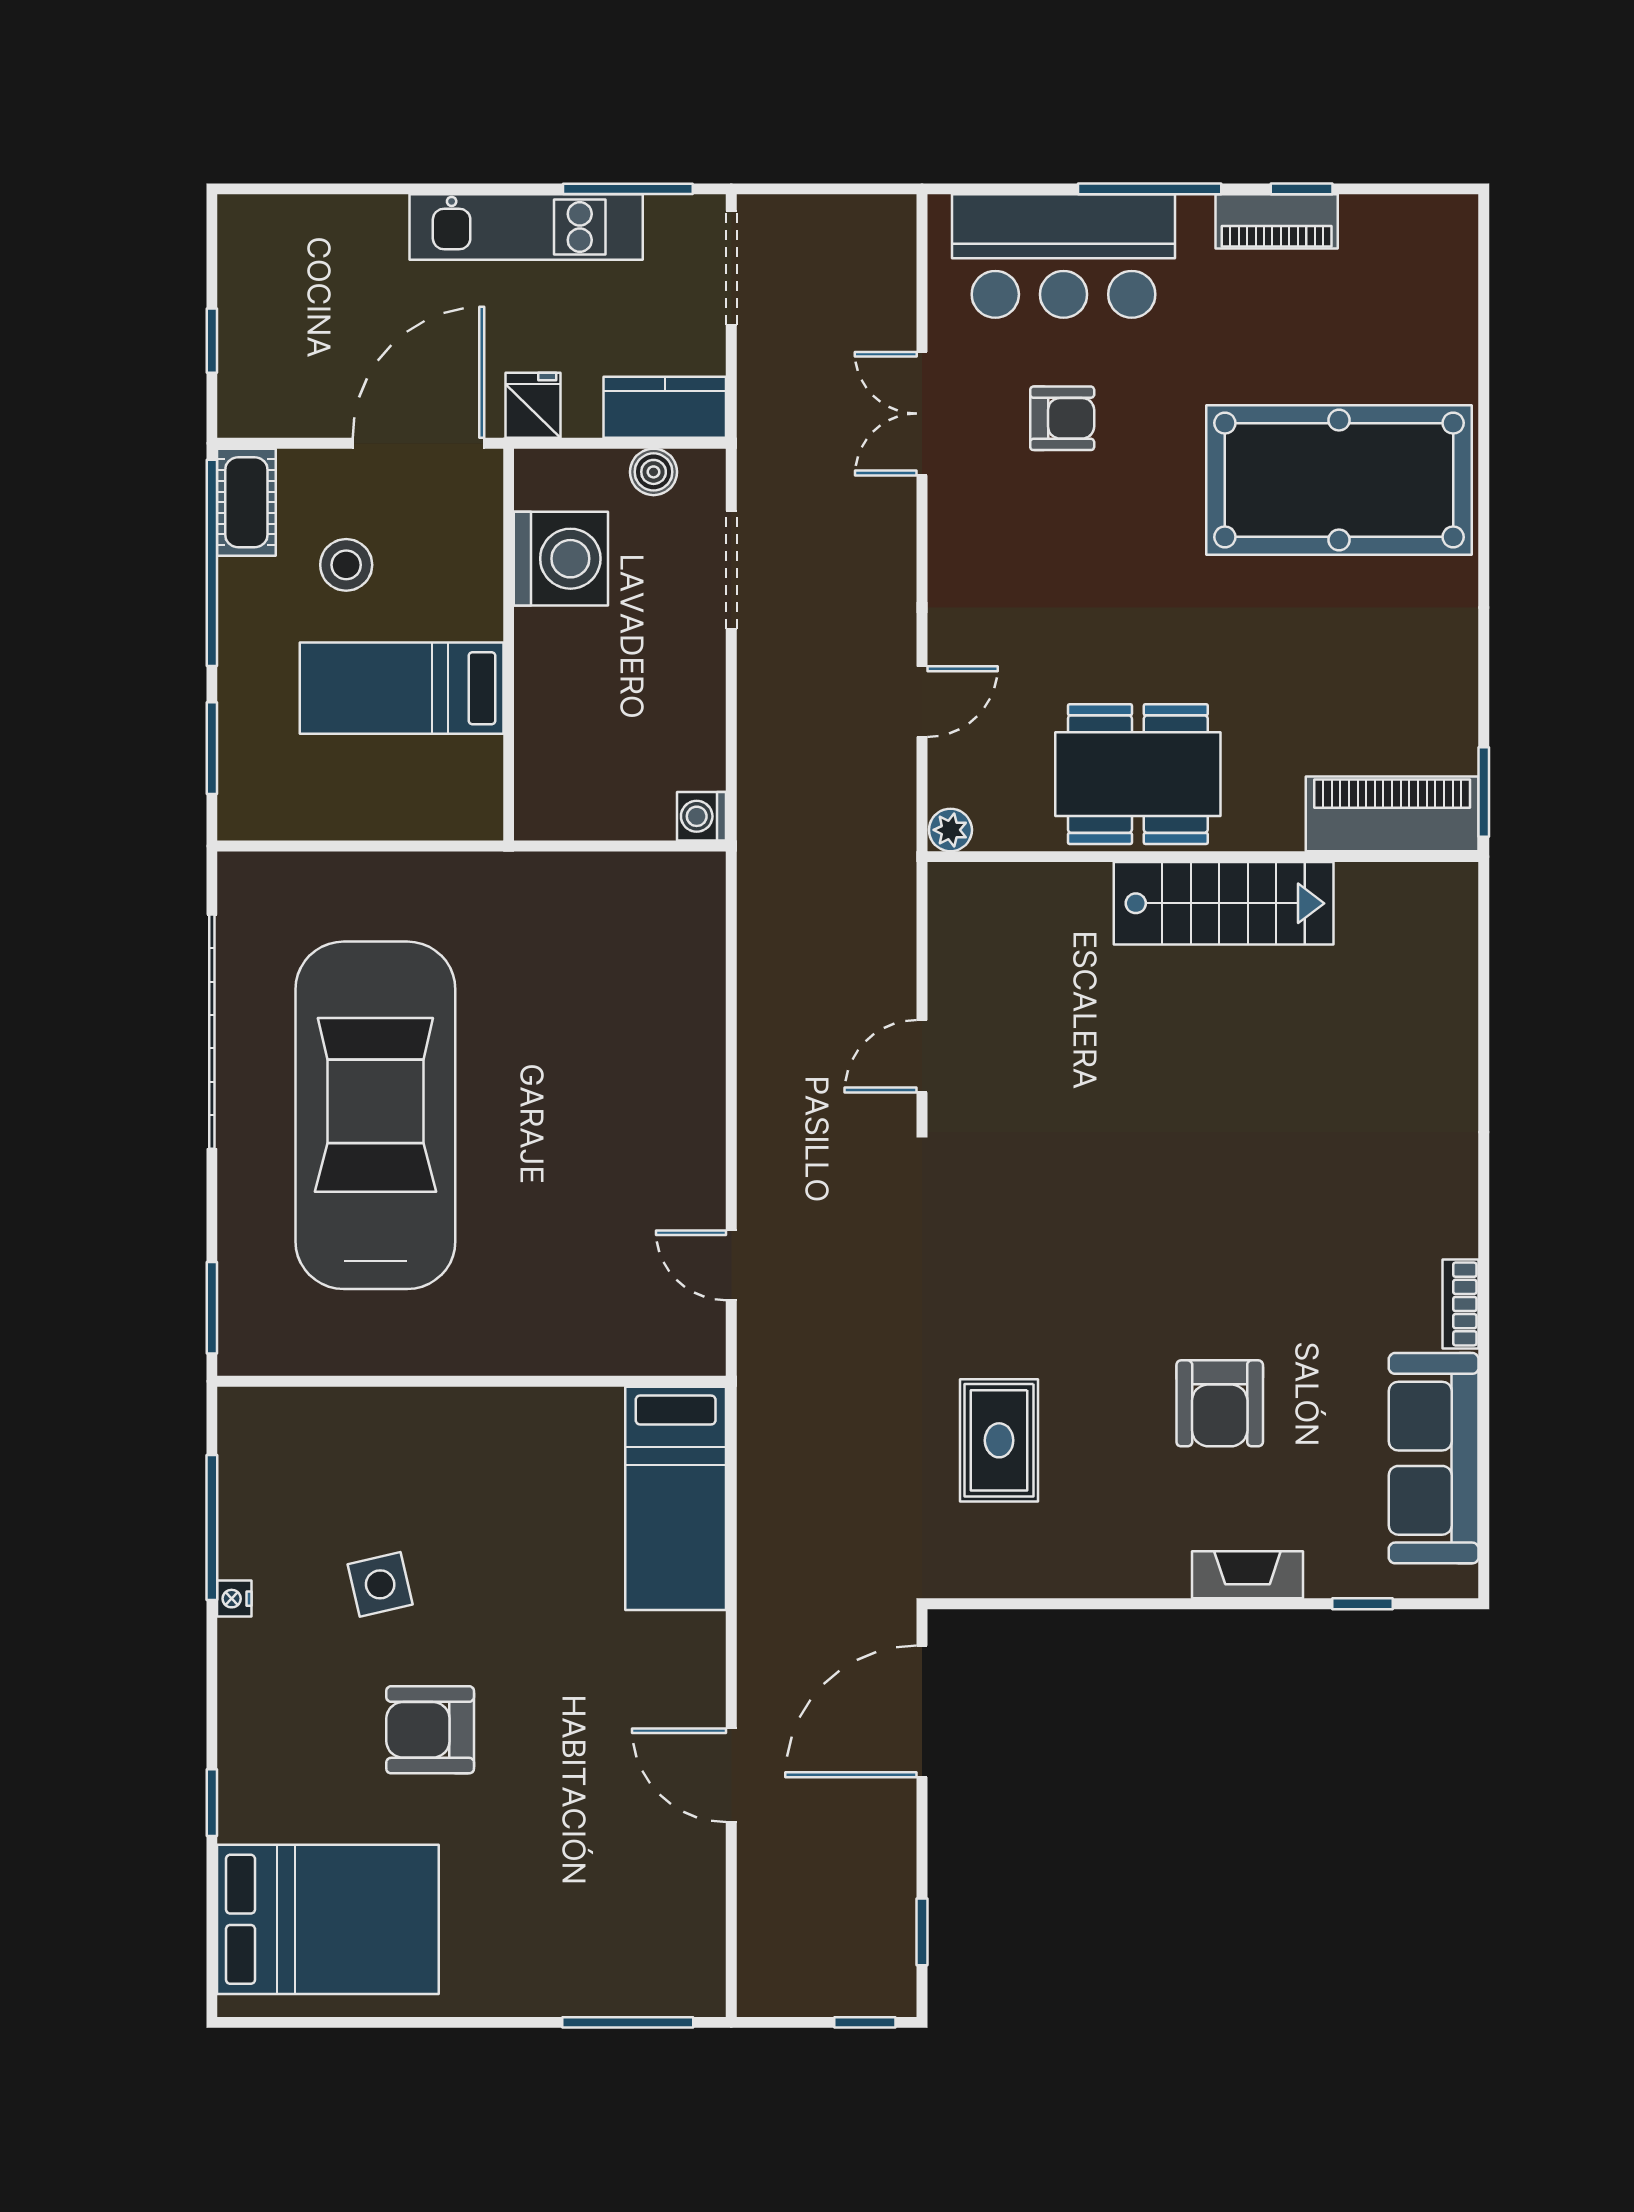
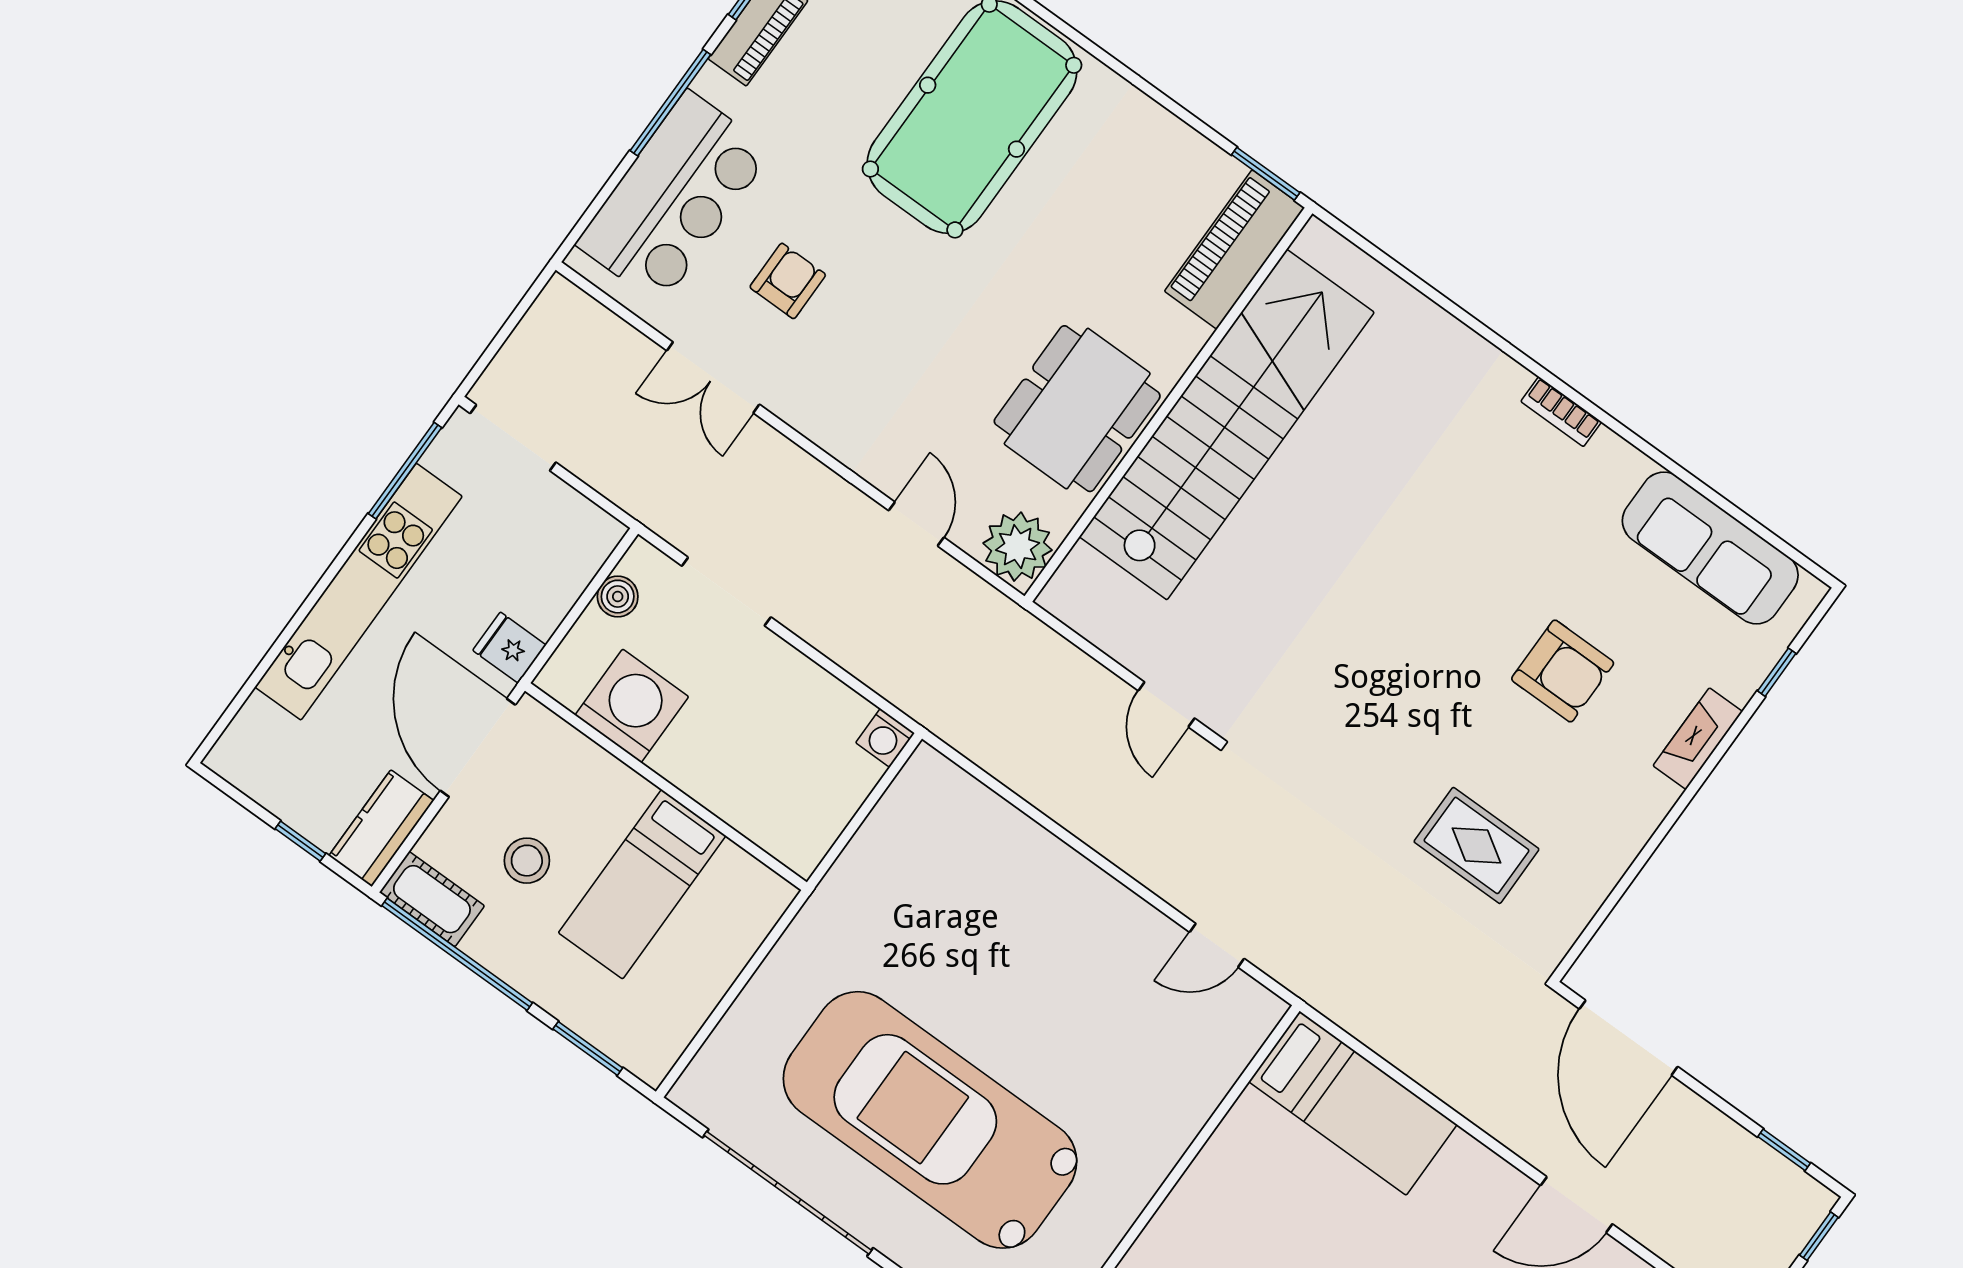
kitchen unit: (526, 227) -> (359, 592), width x1.36
kitchen counter: (665, 407) -> (381, 828), moved
plant: (950, 830) -> (1018, 547), width x1.87, depth x1.87
stairs: (1224, 903) -> (1227, 425), width x1.86, depth x1.51
bookcase: (1461, 1304) -> (1561, 412), moved

